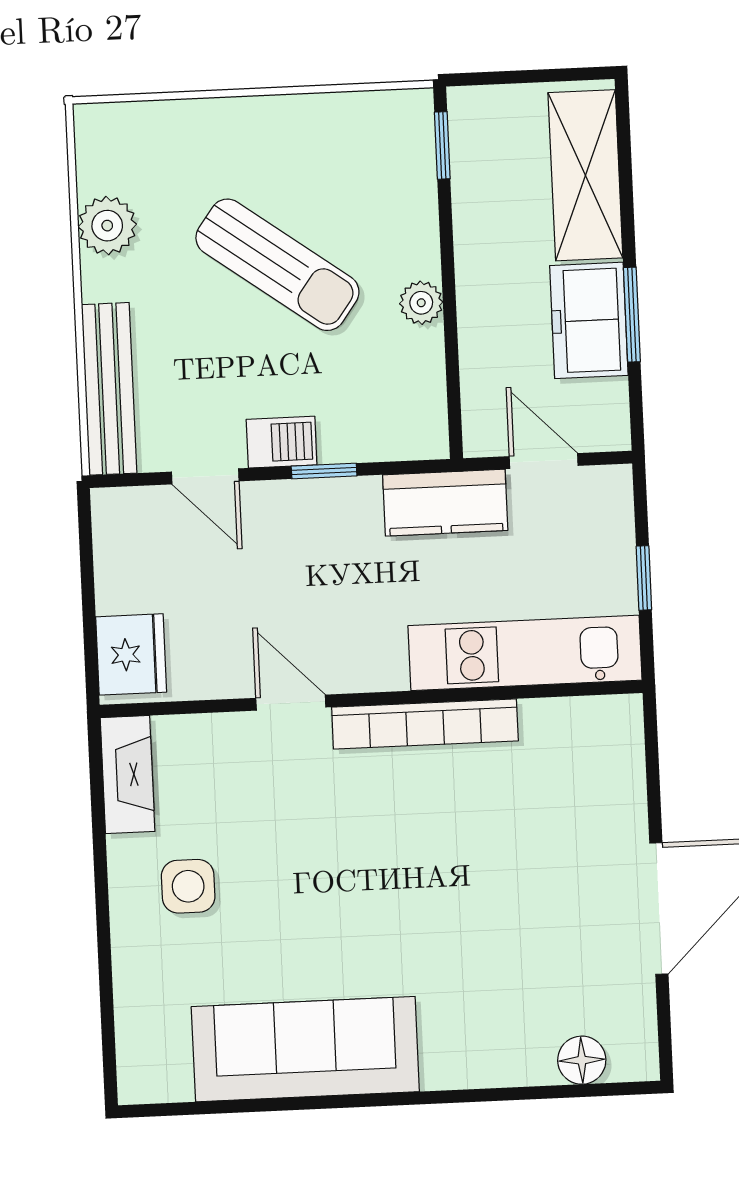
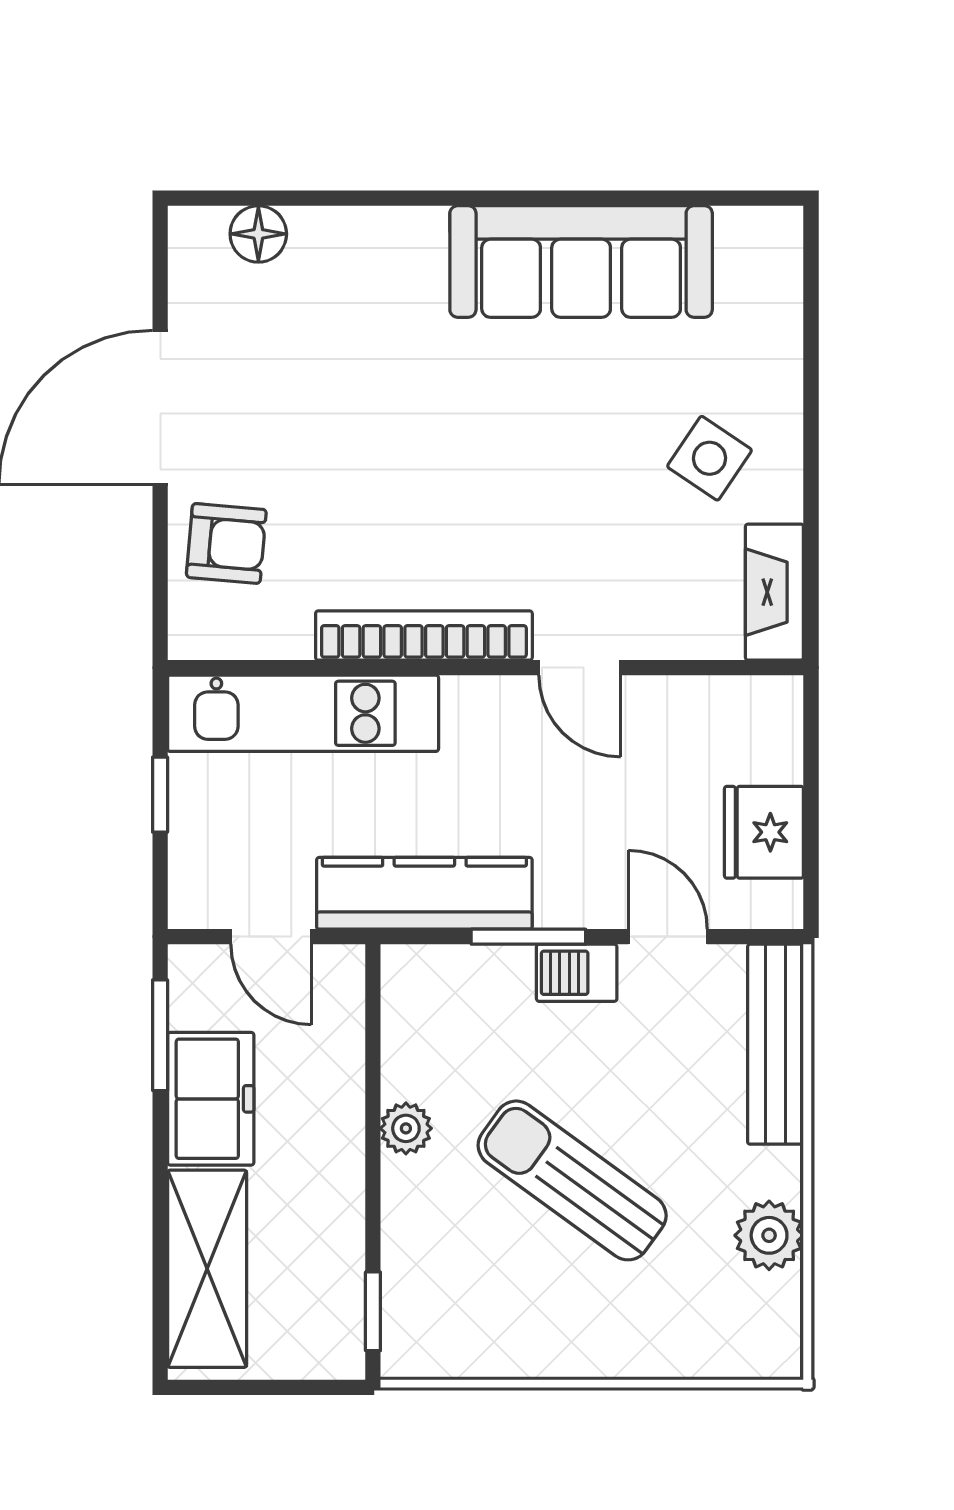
window: (632, 315) -> (160, 1035), moved
window: (324, 471) -> (528, 937), width x1.50
kitchen counter: (445, 503) -> (424, 893), width x1.50
fridge: (131, 654) -> (764, 832), moved
armchair: (597, 795) -> (226, 543), added
side table: (188, 886) -> (710, 458), turned 34

